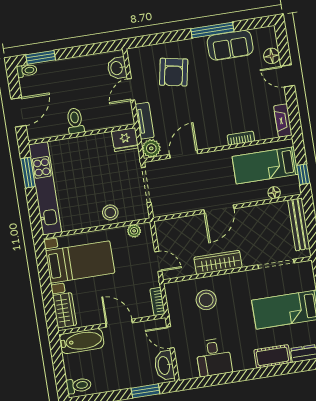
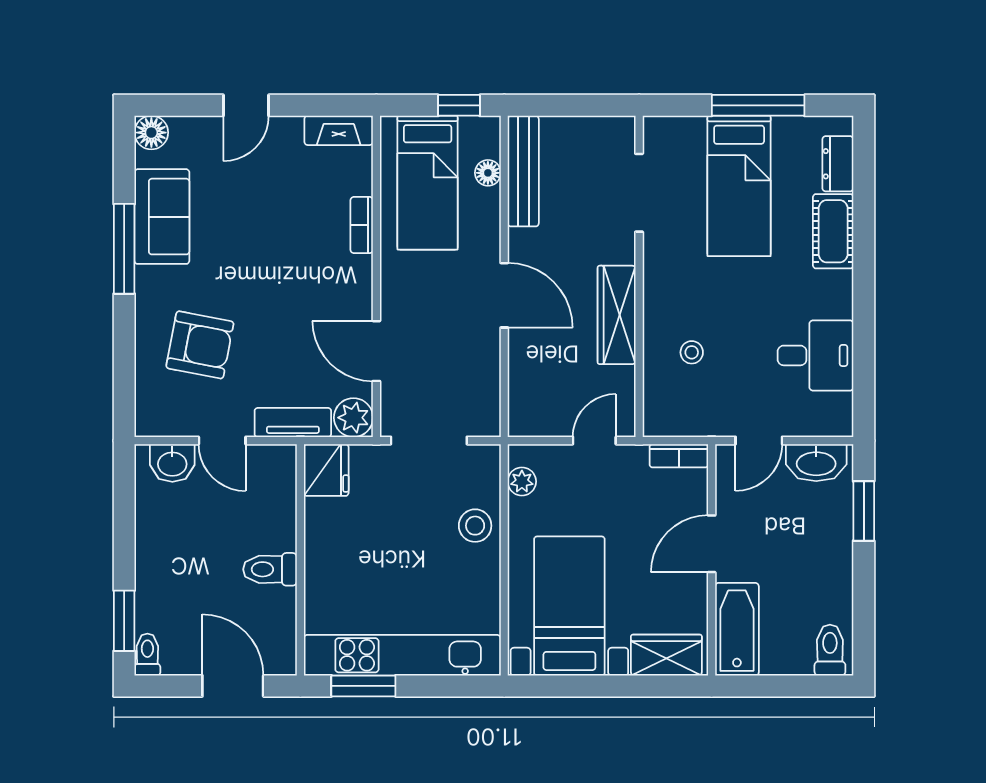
floor lamp: (272, 56) -> (151, 133), moved
bench: (299, 224) -> (523, 171), moved, turned 90
stool: (206, 300) -> (692, 352), width x0.53, depth x0.53

